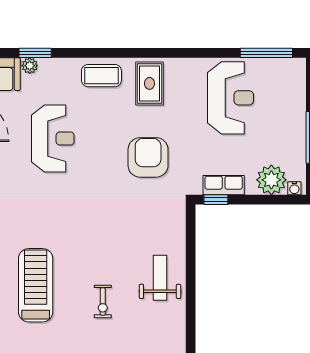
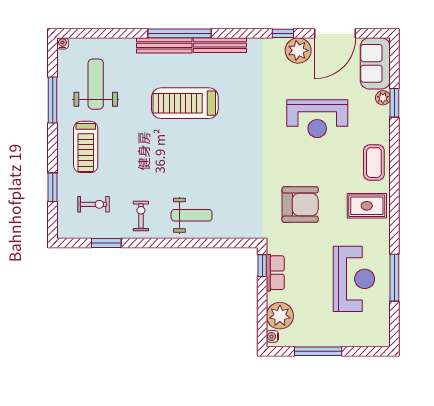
window: (266, 53) -> (394, 278), moved
reception desk: (230, 98) -> (354, 279), turned -90
treadmill: (36, 285) -> (185, 103), turned 180
exercise bike: (103, 302) -> (141, 216), moved, turned 90

